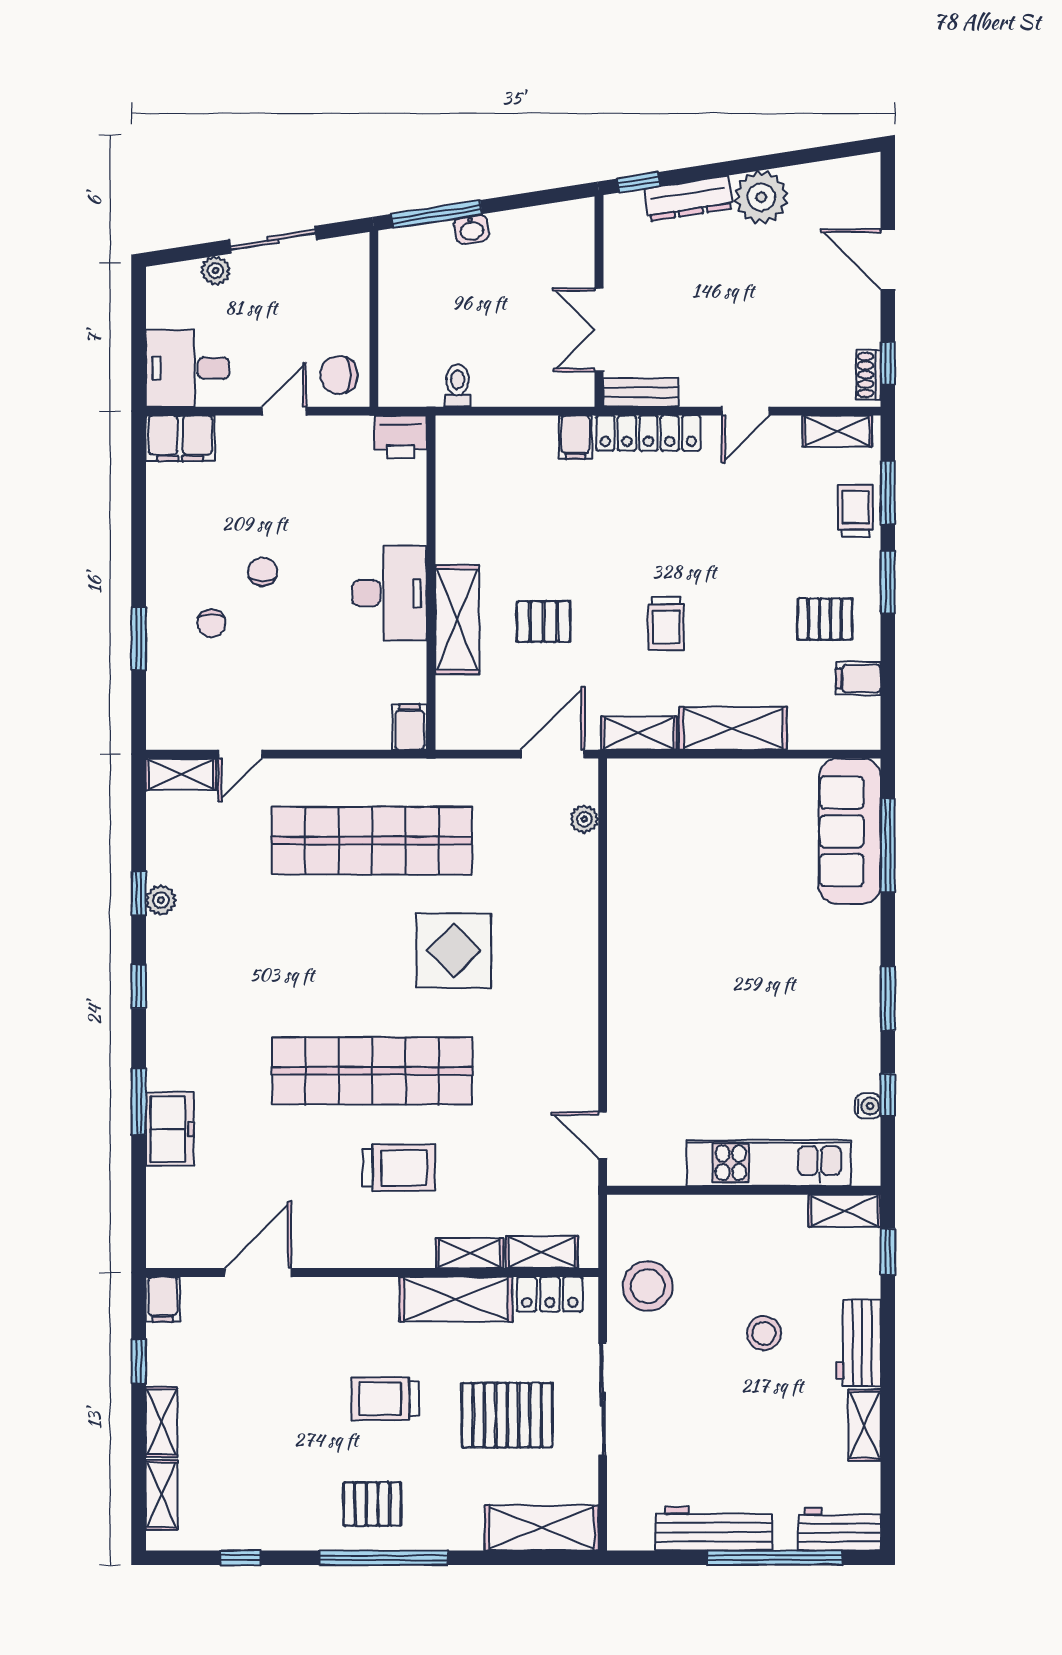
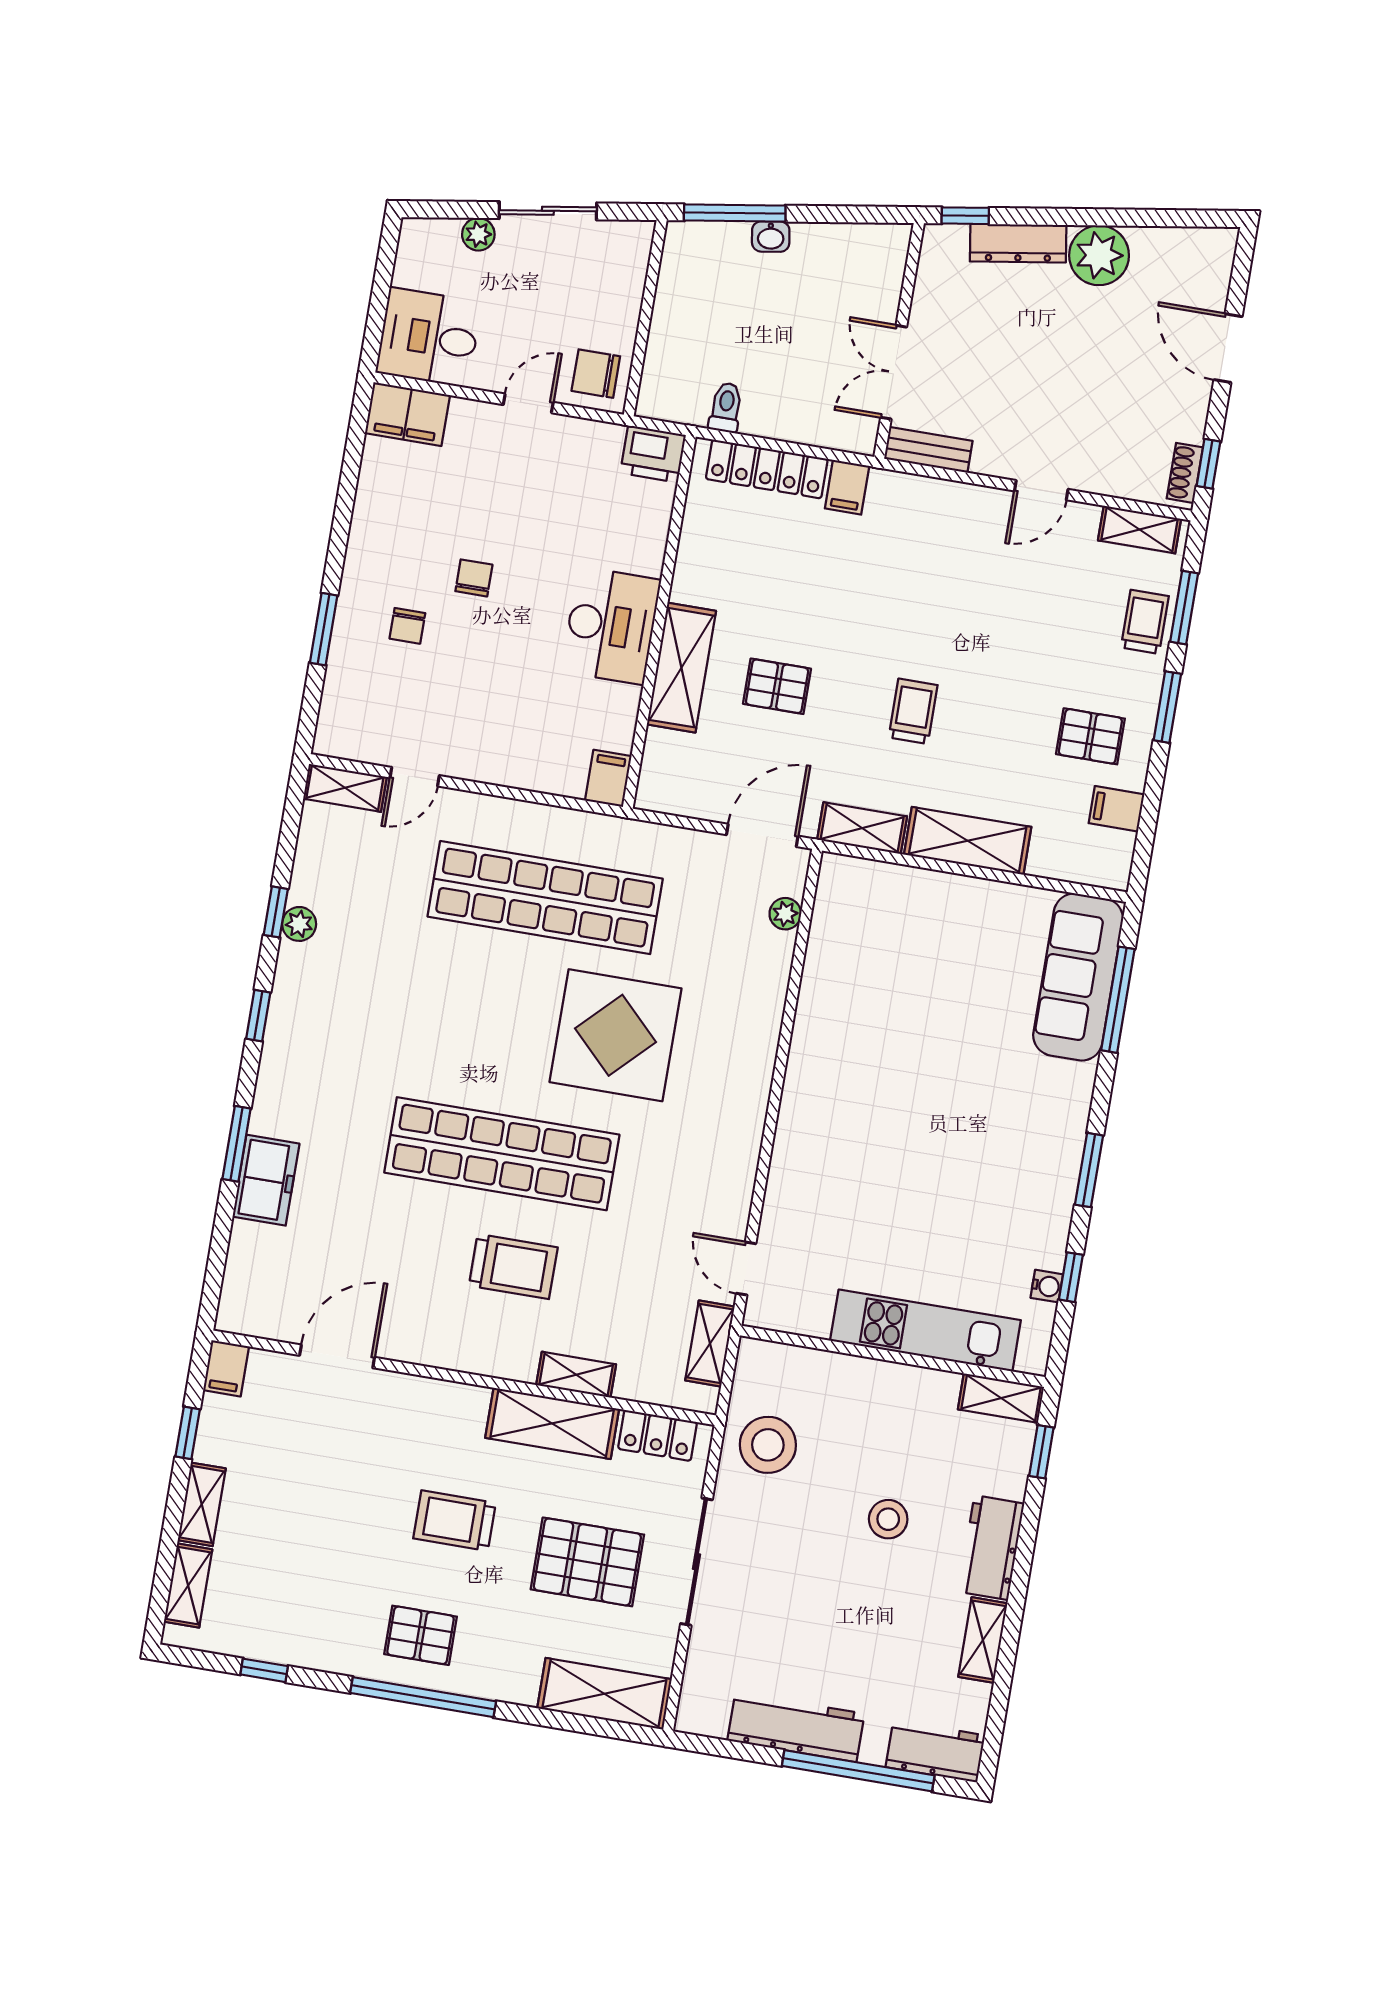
locker: (648, 433) -> (767, 469), moved
trolley: (666, 623) -> (913, 711), turned 180
display table: (454, 951) -> (616, 1035), width x1.36, depth x1.36
shelving: (542, 1252) -> (710, 1343), moved, turned 90

